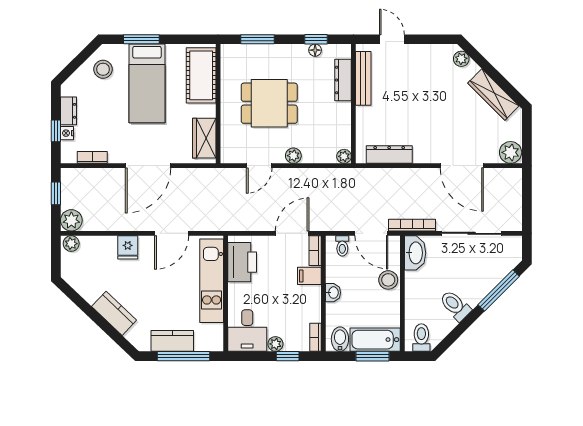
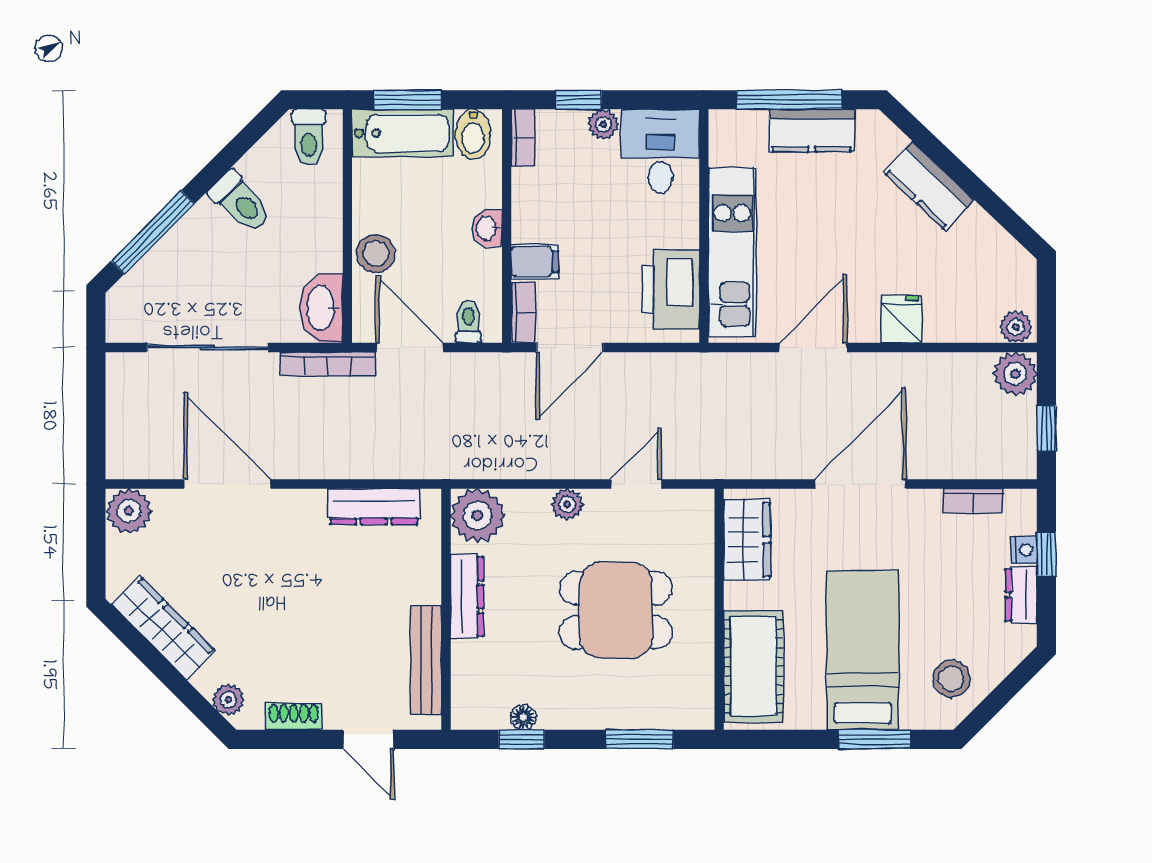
shoe rack: (429, 50) -> (294, 717), added
dresser: (343, 80) -> (467, 596), moved
plant: (344, 156) -> (478, 516), width x1.87, depth x1.87

